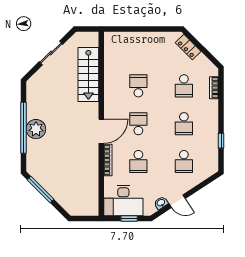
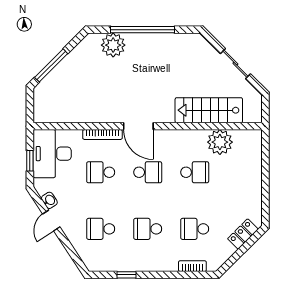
plant: (114, 66) -> (220, 142), added
plant: (36, 129) -> (113, 45), moved
window: (40, 189) -> (51, 65), moved

